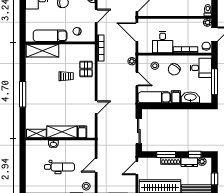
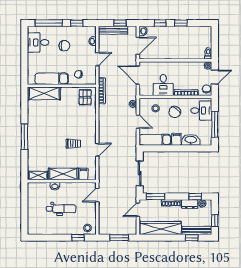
pallet: (86, 69) -> (85, 97), moved
trolley: (66, 76) -> (73, 144), moved
window: (166, 155) -> (155, 196), moved
door: (96, 165) -> (97, 195), moved

